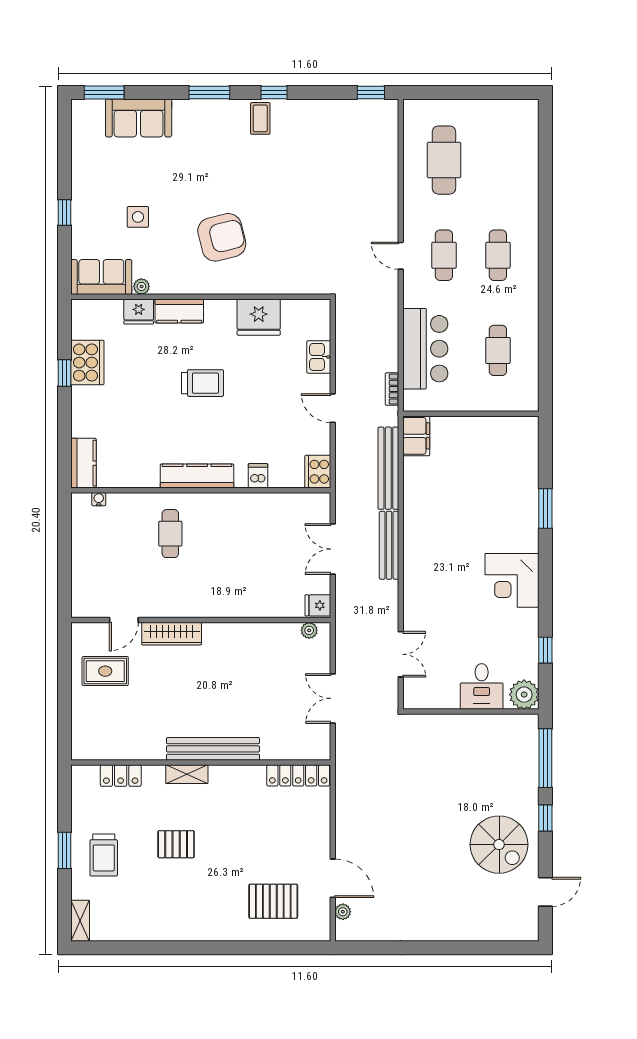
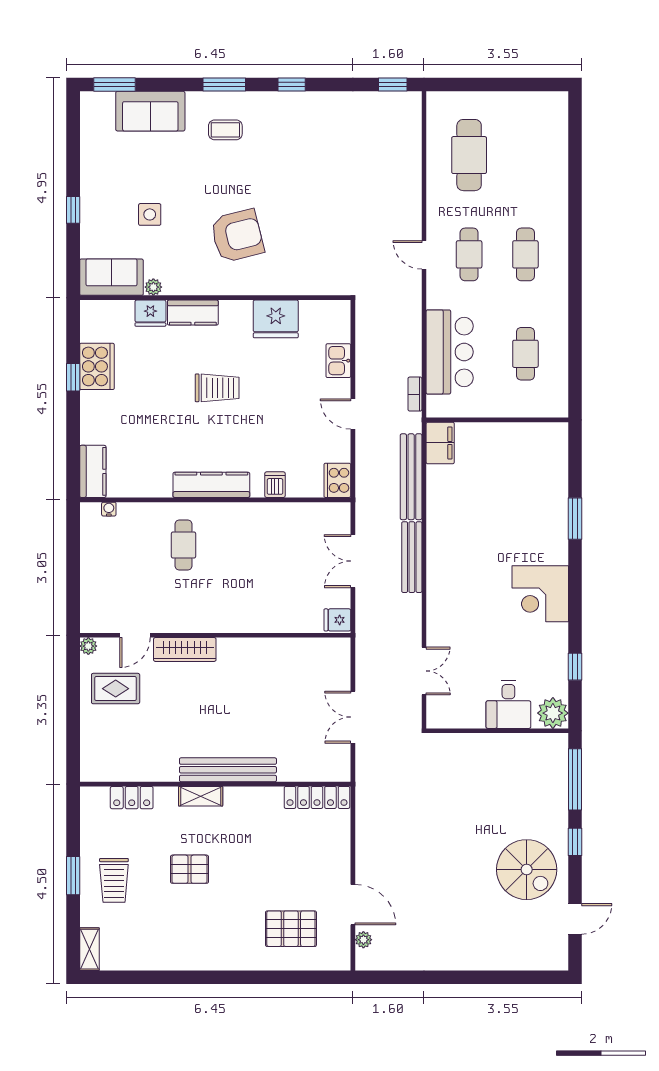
coffee table: (260, 118) -> (225, 130), moved, turned 90
plant: (309, 630) -> (88, 646), moved

